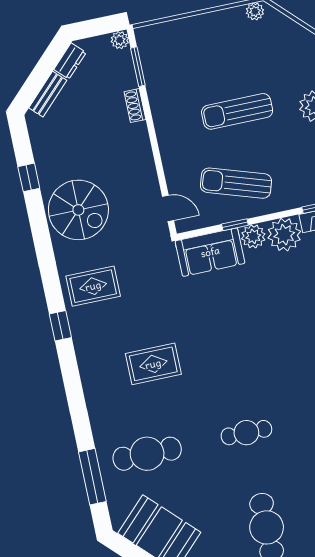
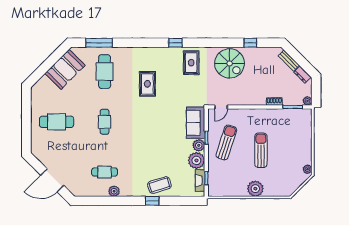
spiral stairs: (78, 210) -> (230, 63), turned -90

